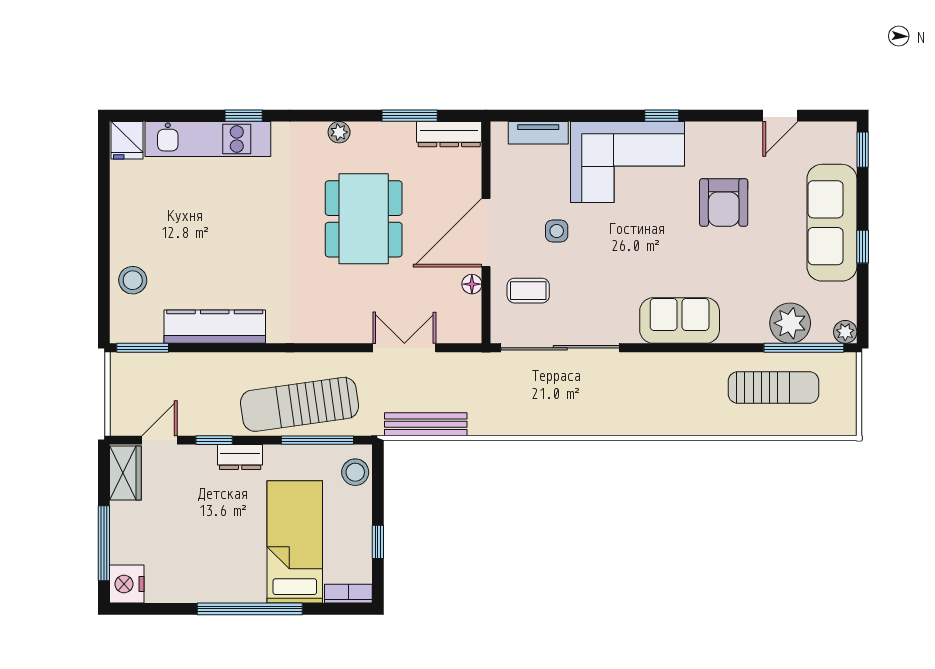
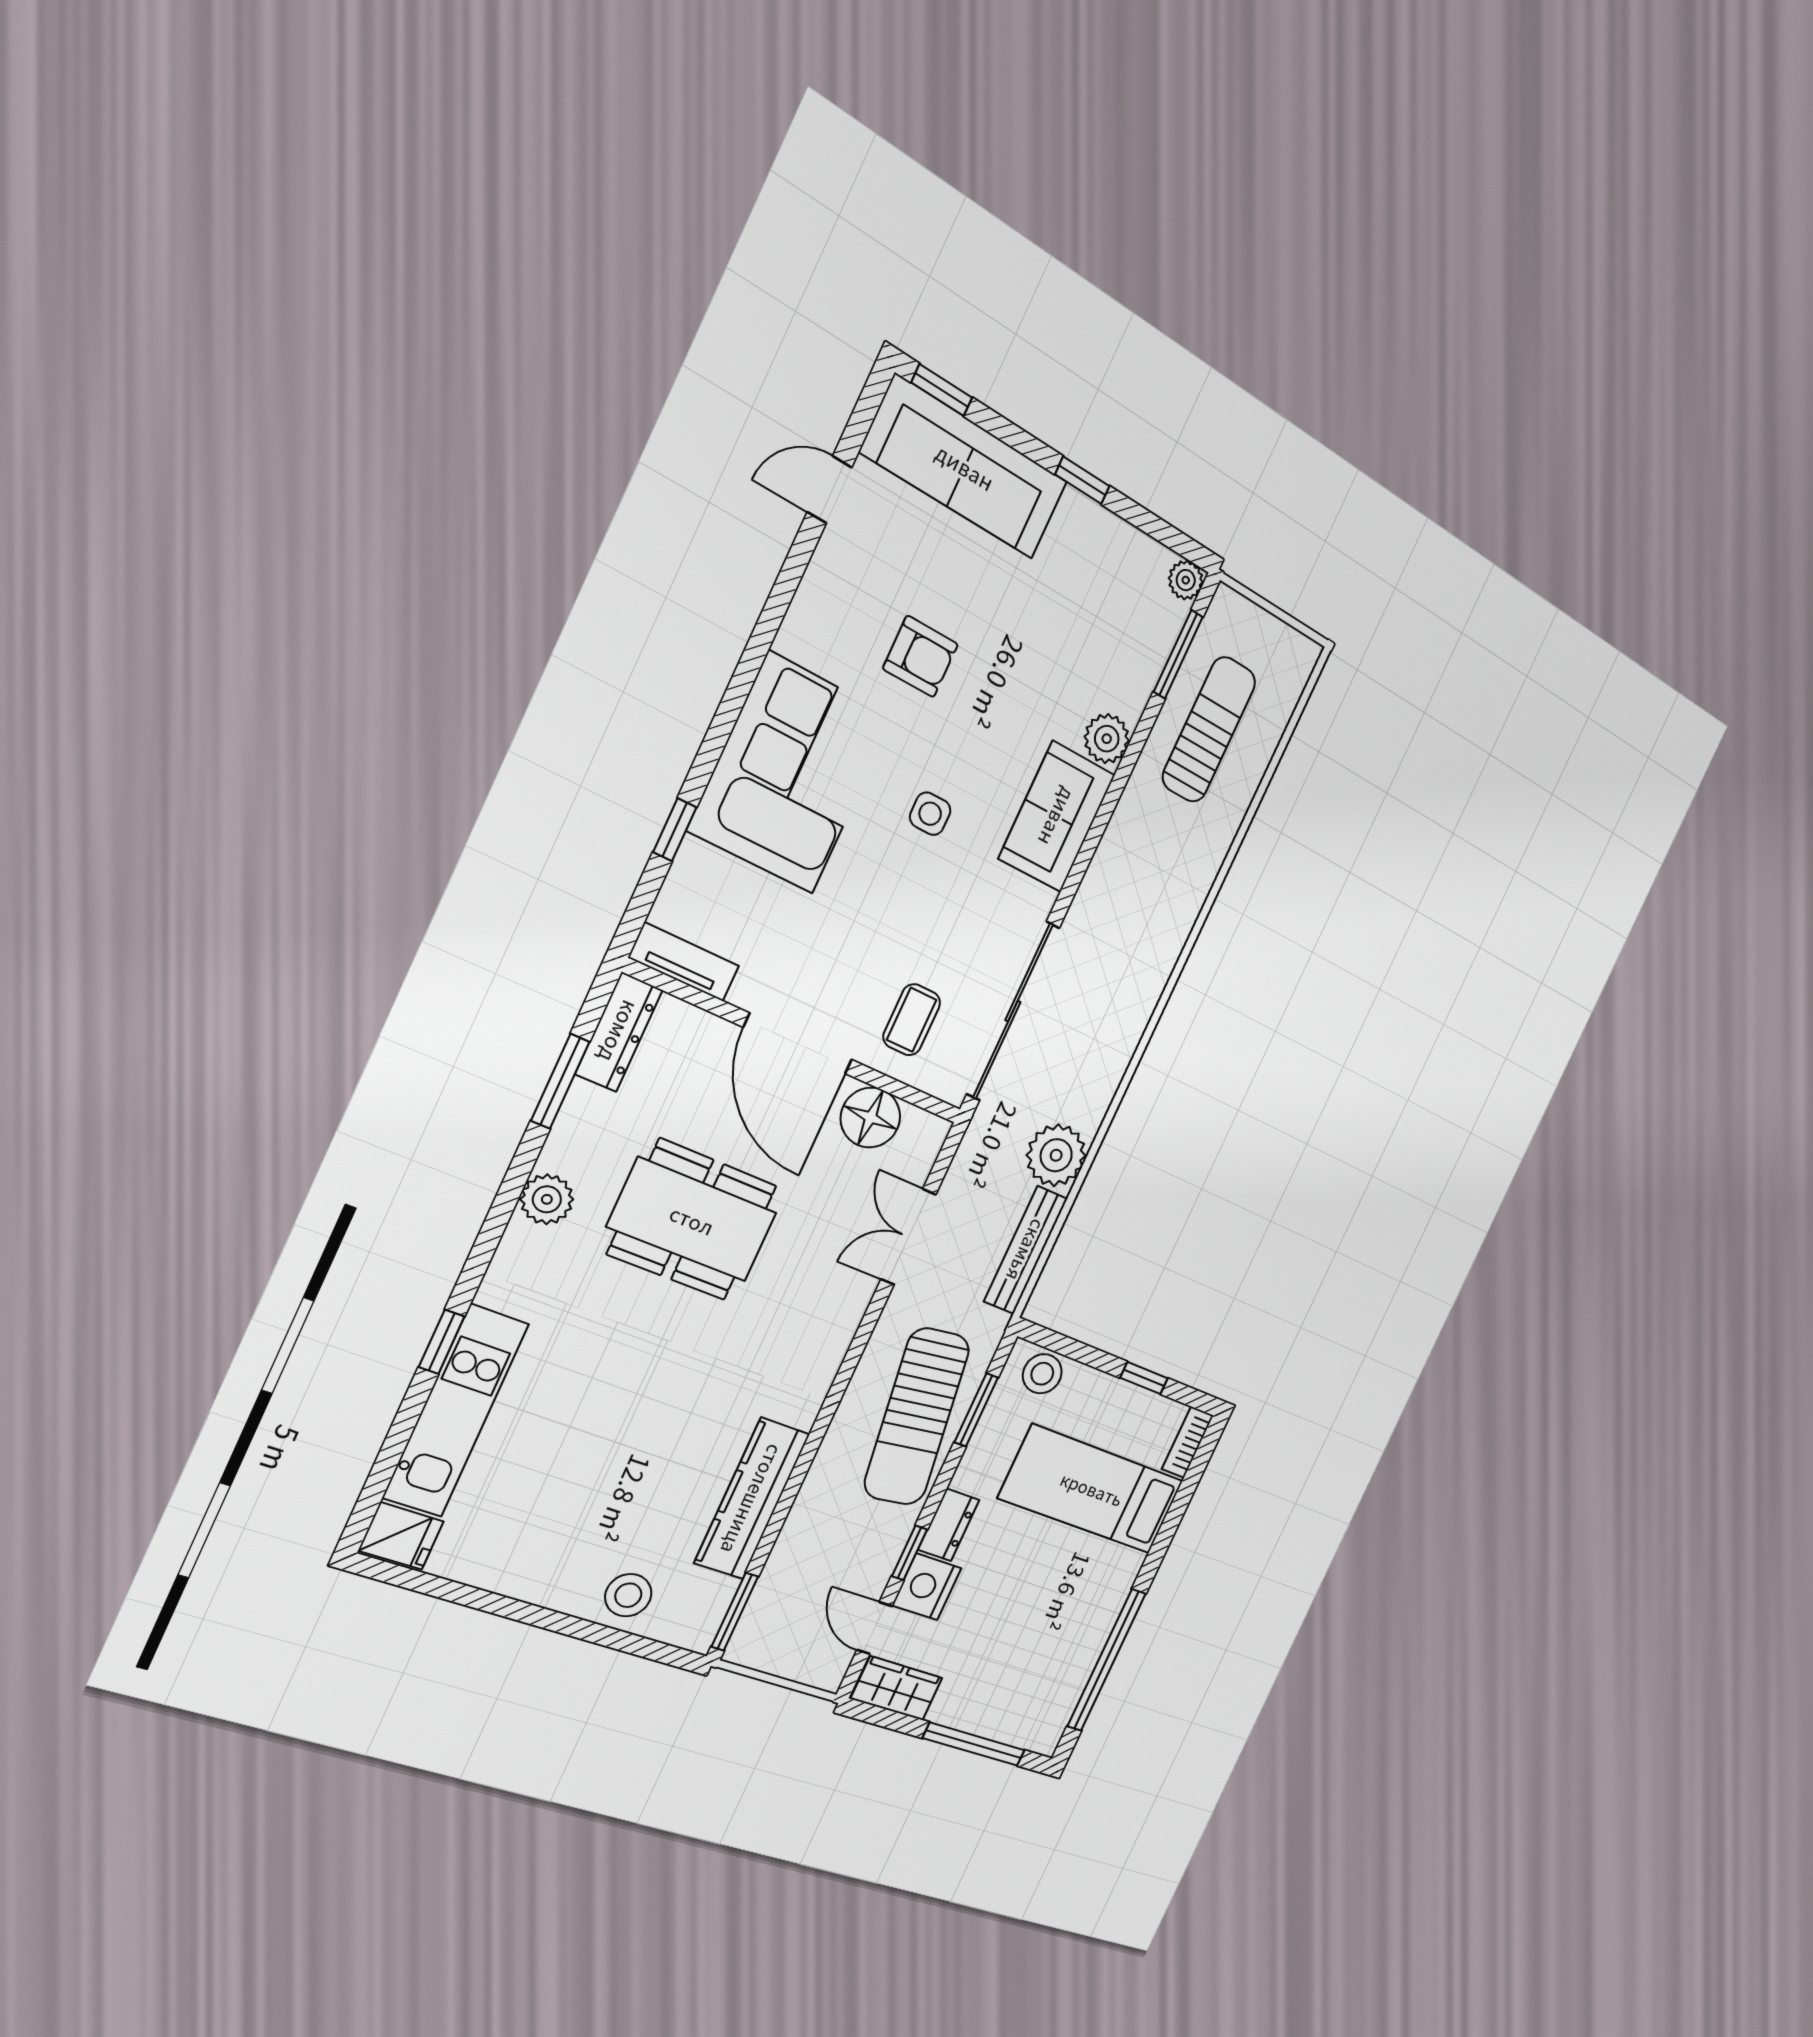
window: (662, 116) -> (675, 830), moved
door: (780, 116) -> (830, 490), swing flipped
plant: (339, 132) -> (547, 1199), width x1.38, depth x1.38
tv unit: (538, 133) -> (684, 962), moved, turned -90
armchair: (724, 202) -> (920, 656), width x0.72, depth x0.72
sofa: (832, 223) -> (965, 467), moved
side table: (557, 231) -> (930, 814), moved
floor lamp: (472, 284) -> (870, 1118), width x1.89, depth x1.89
plant: (790, 323) -> (1107, 739), moved, width x0.73, depth x0.73
window: (804, 348) -> (1178, 654), width x0.69
plant: (489, 416) -> (1056, 1155), added
window: (317, 440) -> (976, 1410), width x0.69
nightstand: (127, 584) -> (927, 1587), moved, turned 90
window: (250, 609) -> (1106, 1660), moved

